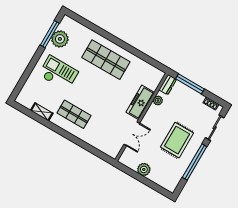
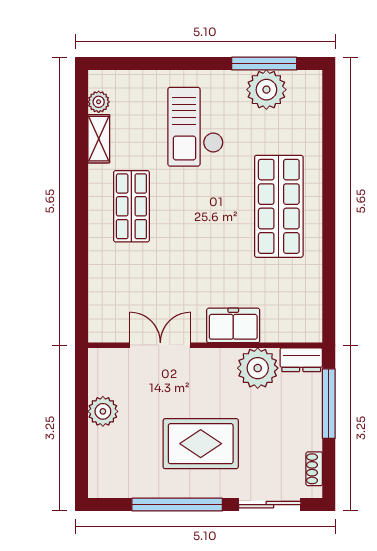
checkout: (58, 73) -> (196, 127), turned 180
plant: (158, 101) -> (258, 368), width x1.87, depth x1.87
freezer: (140, 102) -> (233, 325), width x0.71
plant: (28, 104) -> (99, 102), added
double door: (132, 134) -> (160, 345), swing flipped

